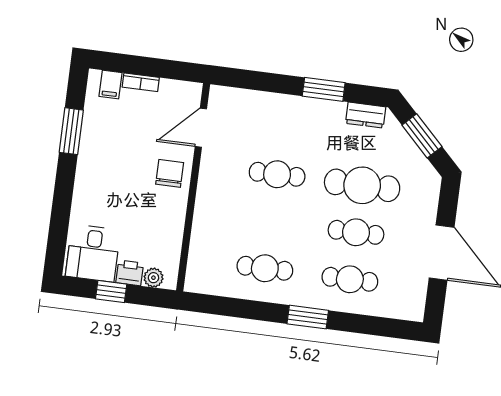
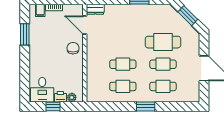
dresser: (366, 115) -> (95, 9), moved
door: (201, 128) -> (85, 25), hinge flipped
cafe table: (277, 174) -> (123, 64), moved

